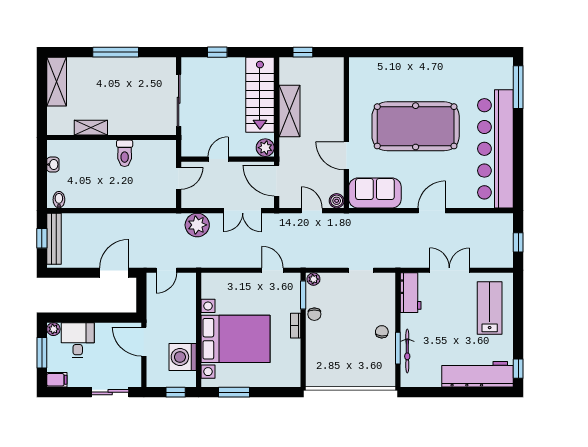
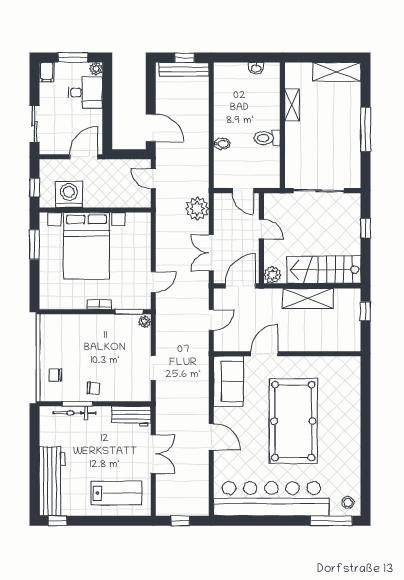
stool: (499, 70) -> (348, 502), added
bidet: (59, 200) -> (222, 144), moved
boiler: (337, 201) -> (221, 344), removed
chair: (314, 314) -> (55, 375), moved

